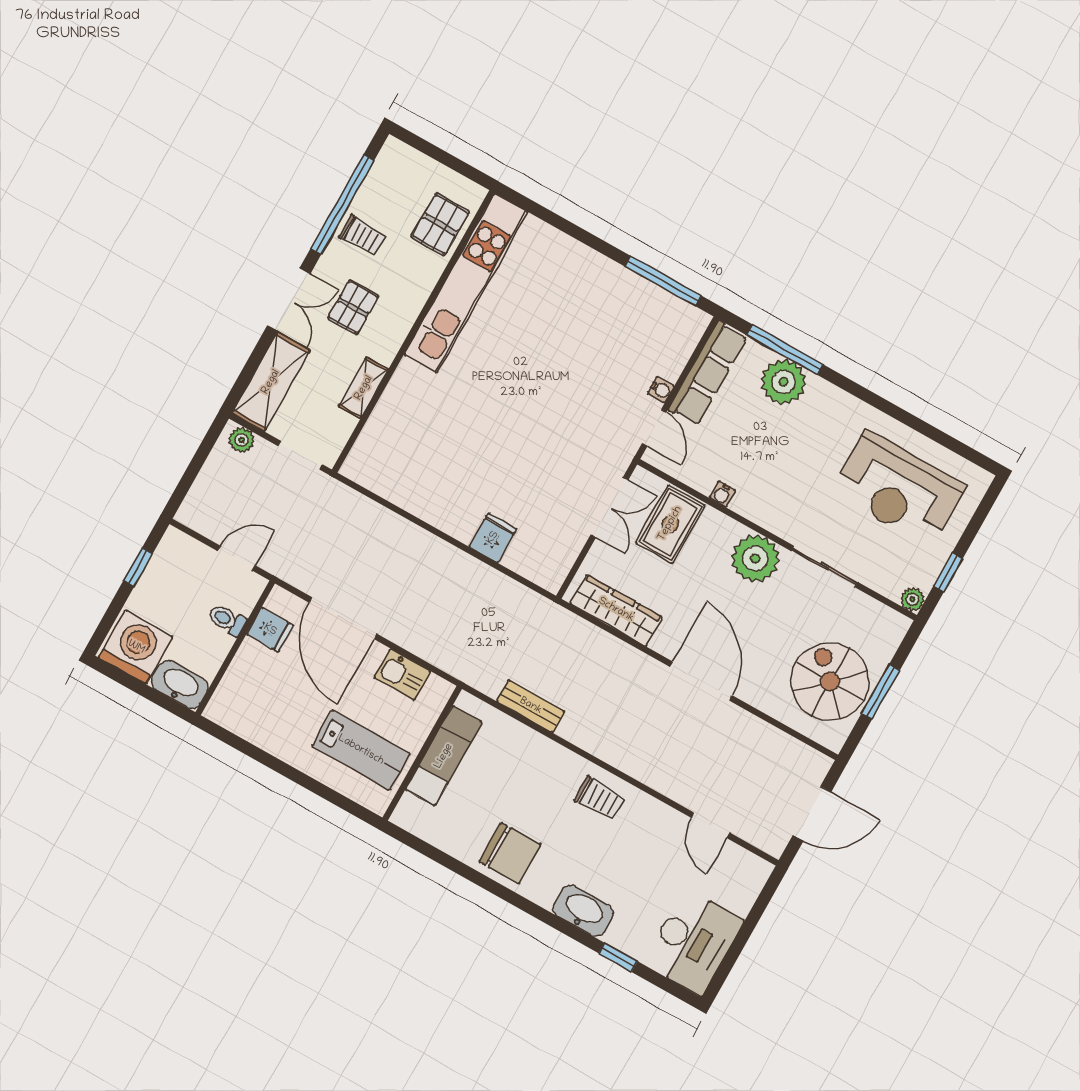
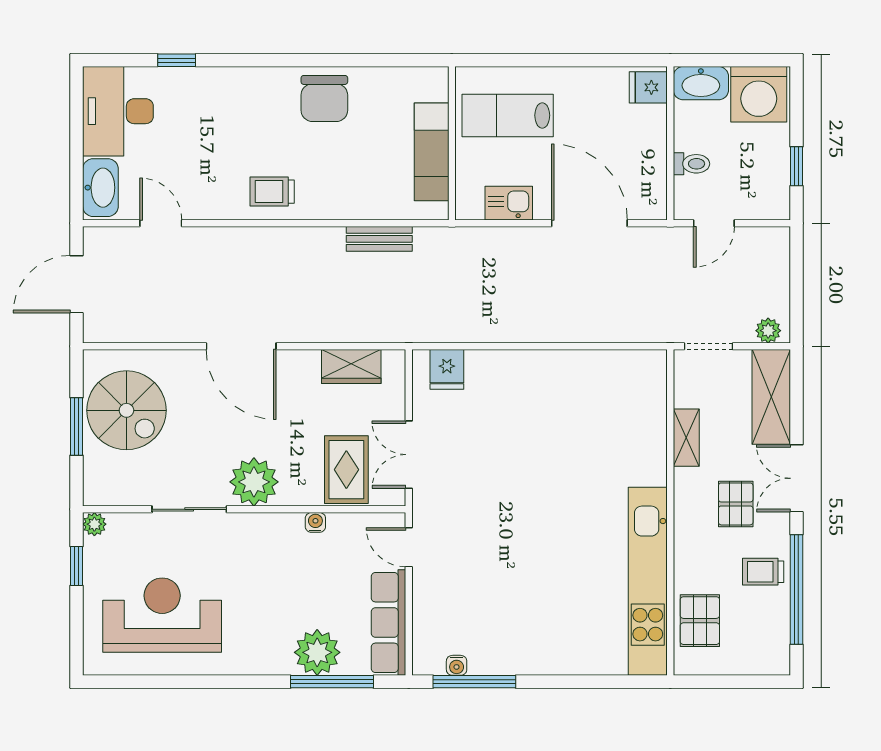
water cooler: (661, 390) -> (457, 665), moved, turned -90
fridge: (493, 538) -> (447, 369), moved
wardrobe: (616, 610) -> (351, 367), width x0.67
fridge: (270, 630) -> (648, 87), moved
chair: (510, 853) -> (324, 98), turned -90
washbasin: (583, 911) -> (100, 188), moved, turned -90

